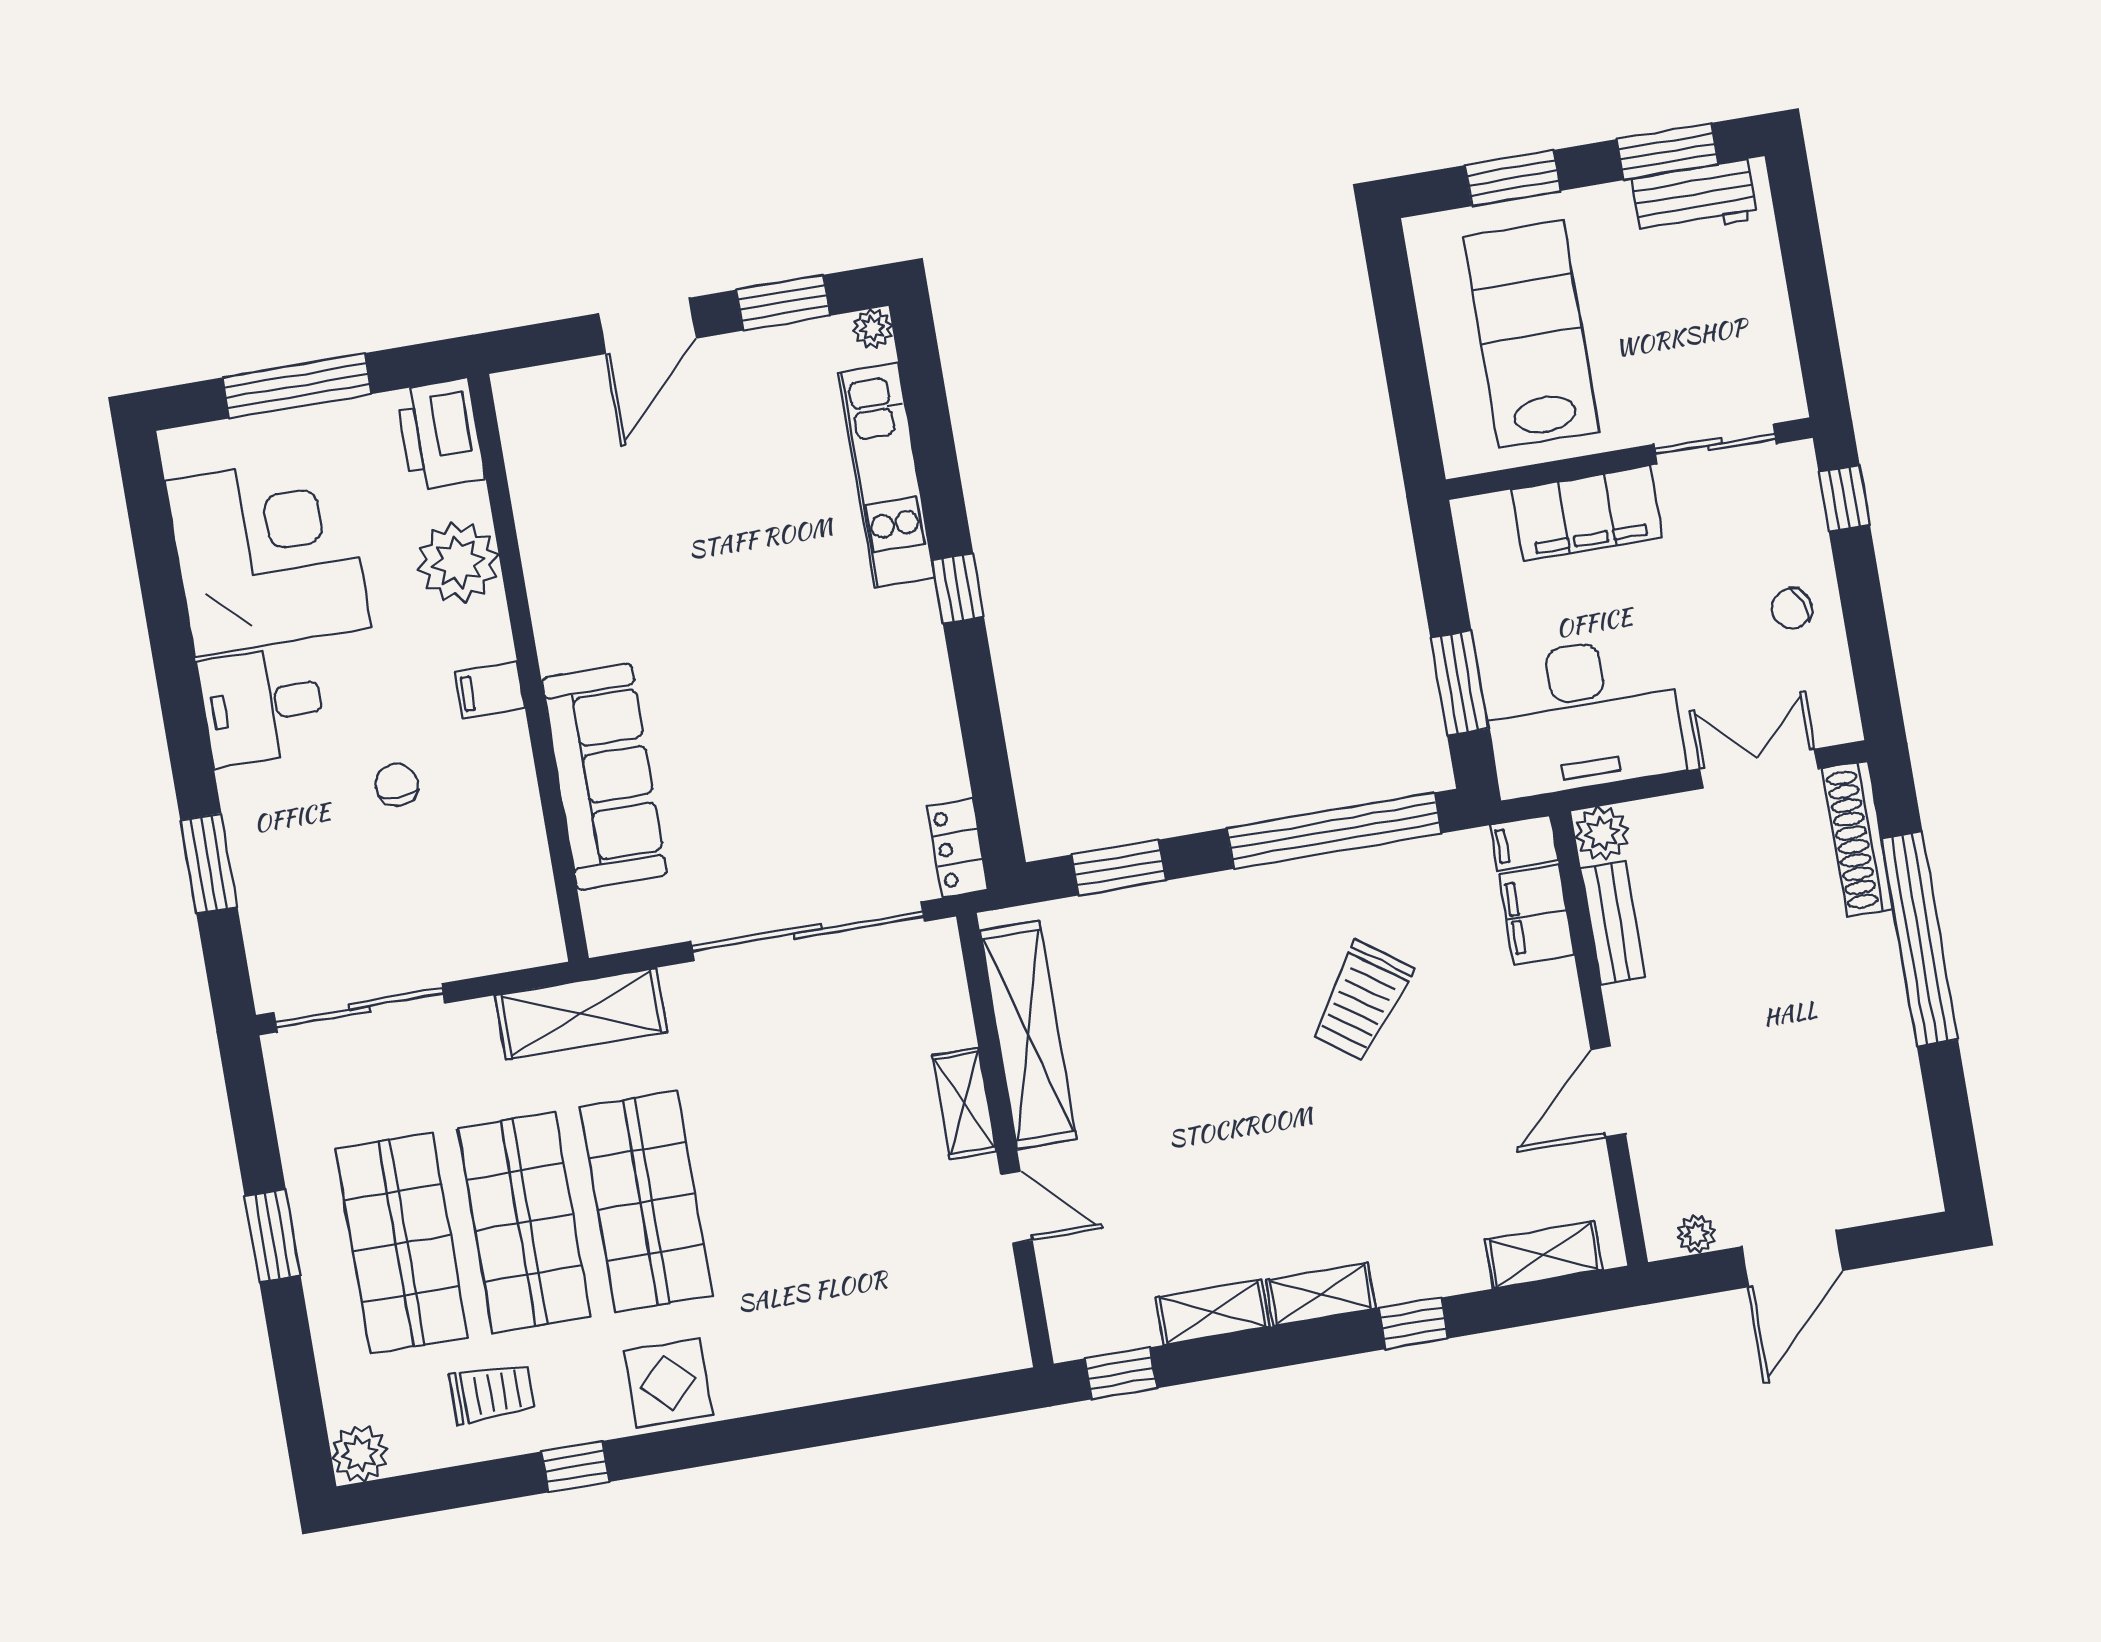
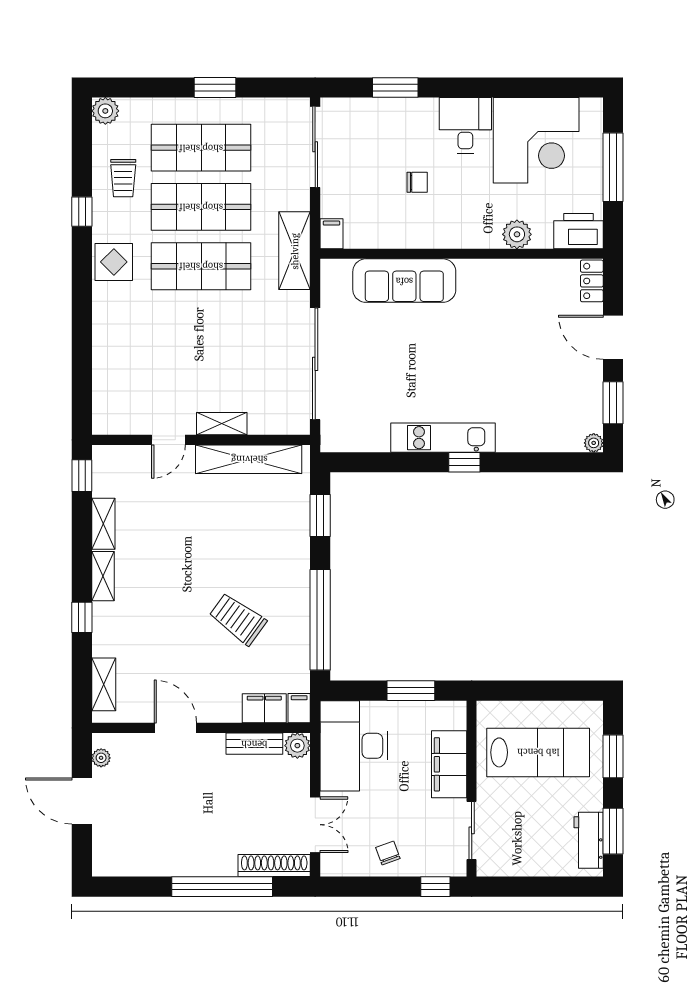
kitchen unit: (886, 475) -> (443, 438), moved
plant: (458, 562) -> (517, 234), width x0.73, depth x0.73
window: (1459, 683) -> (411, 691), moved
filing cabinet: (490, 690) -> (331, 234), moved
locker: (957, 848) -> (592, 281), moved, turned -90

